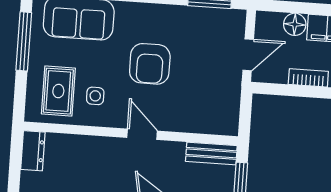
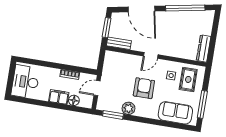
plant: (178, 18) -> (128, 108), added
door: (142, 134) -> (151, 55), hinge flipped
dresser: (33, 151) -> (204, 48), width x1.44

